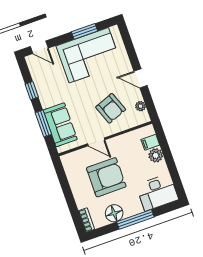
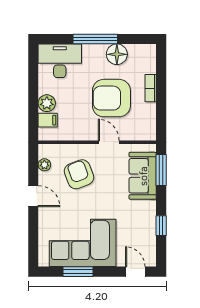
window: (43, 123) -> (161, 170), moved
bookcase: (87, 220) -> (151, 88), moved

